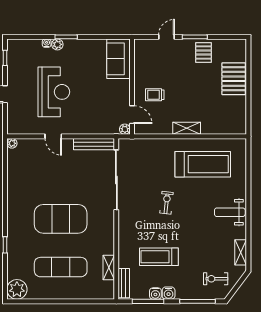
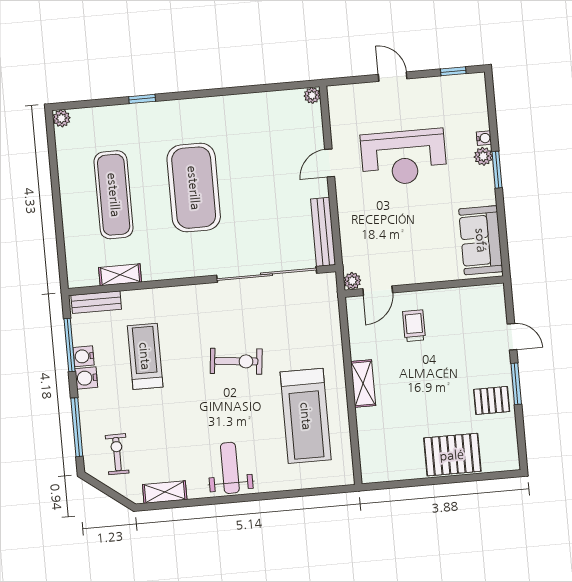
sofa: (118, 59) -> (481, 240), moved, turned -90
exercise bike: (167, 203) -> (236, 361), width x1.38, depth x1.39
plant: (17, 289) -> (61, 118), width x0.53, depth x0.53

